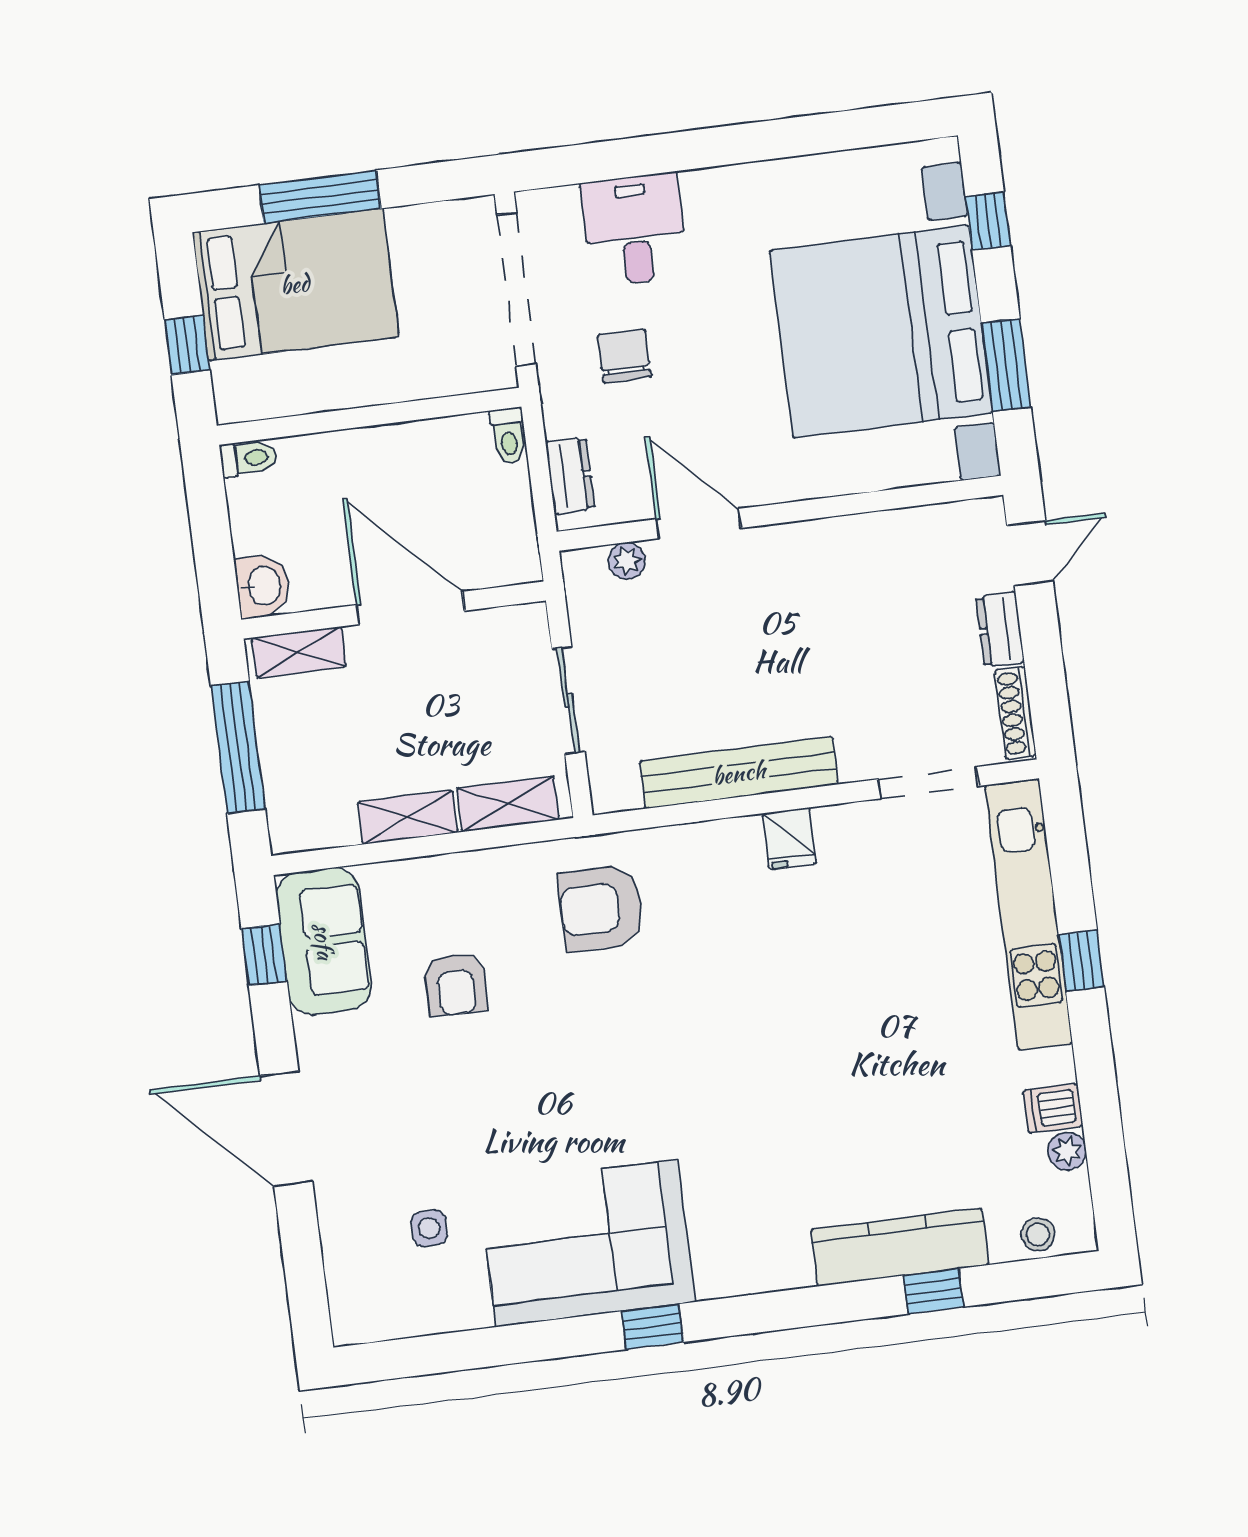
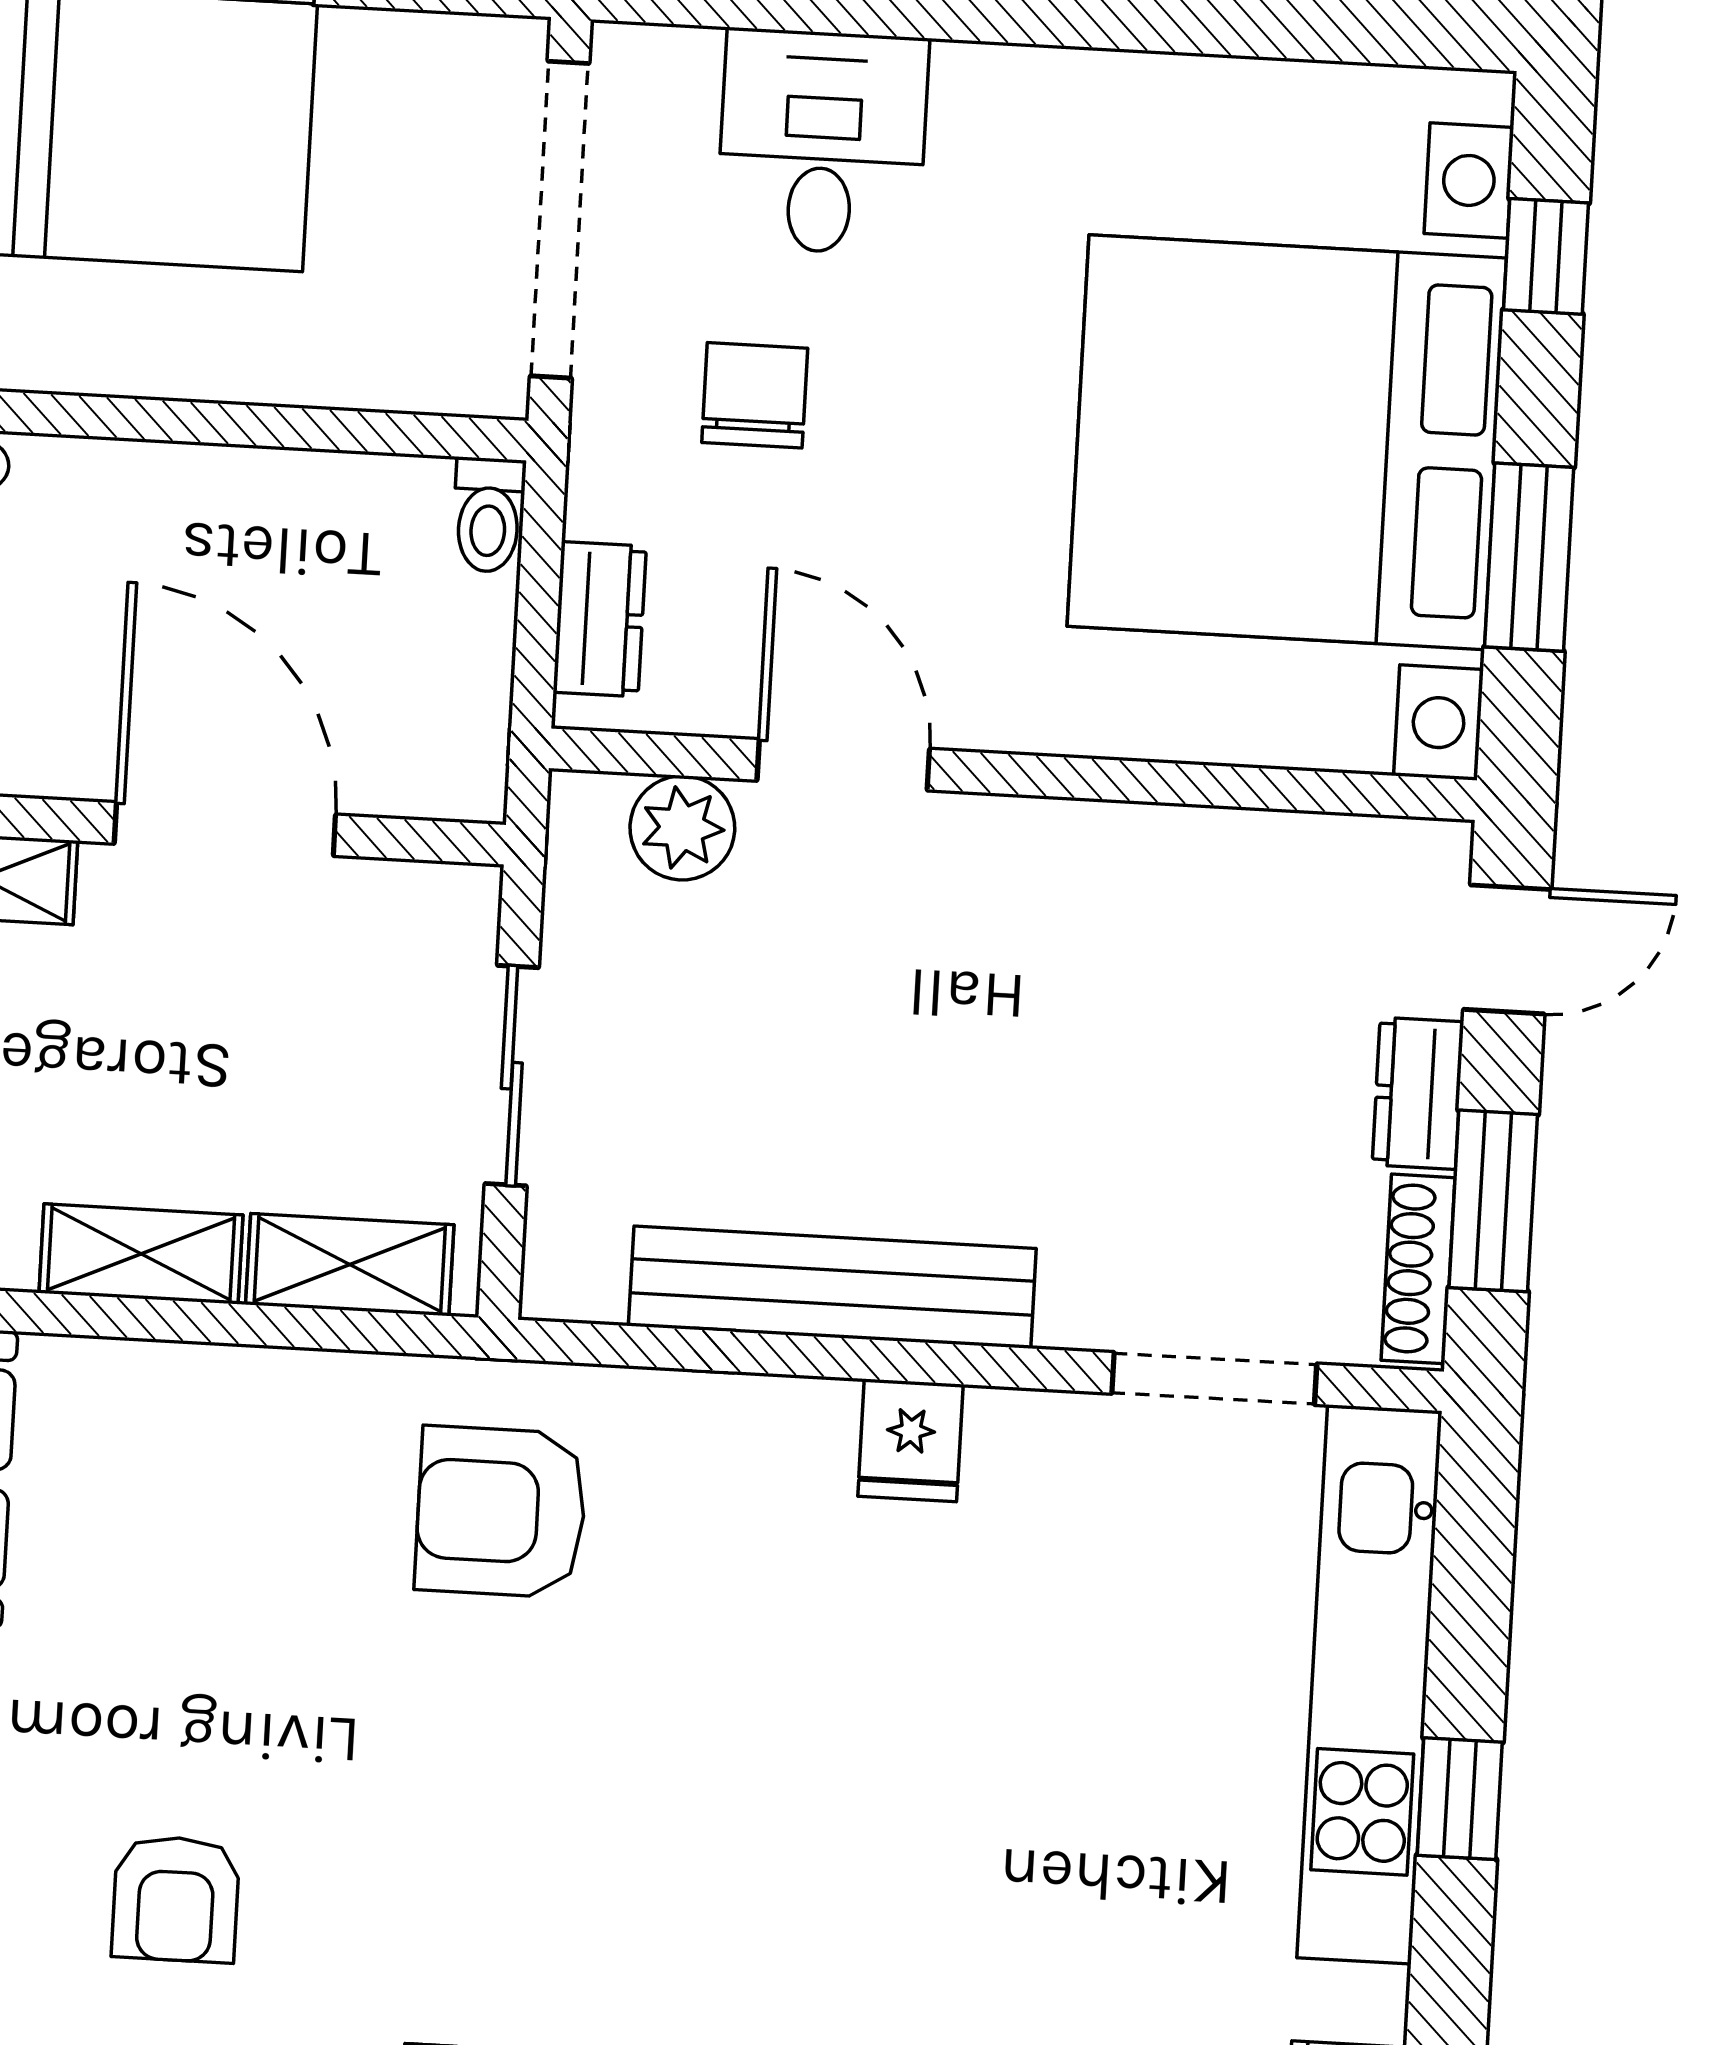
plant: (627, 561) -> (682, 828), width x1.38, depth x1.38
window: (1045, 674) -> (1493, 1201), added
armchair: (456, 984) -> (176, 1899), moved

